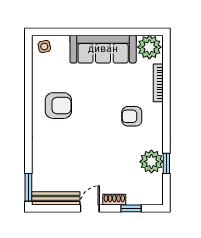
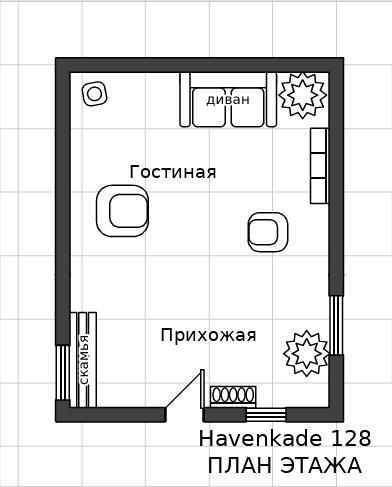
sofa: (103, 49) -> (228, 99), width x0.73
plant: (151, 162) -> (307, 354), moved
window: (166, 163) -> (336, 325), width x1.50
bench: (56, 198) -> (83, 360), moved, turned 90

